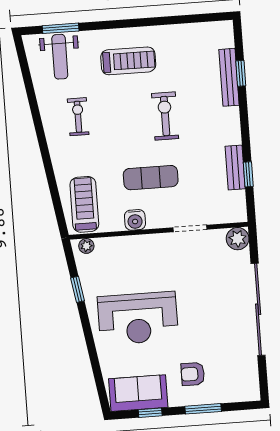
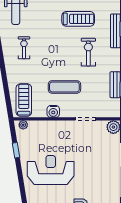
treadmill: (128, 61) -> (78, 19), moved
exercise bike: (165, 116) -> (88, 52), moved
reception desk: (138, 318) -> (51, 170), turned 180

